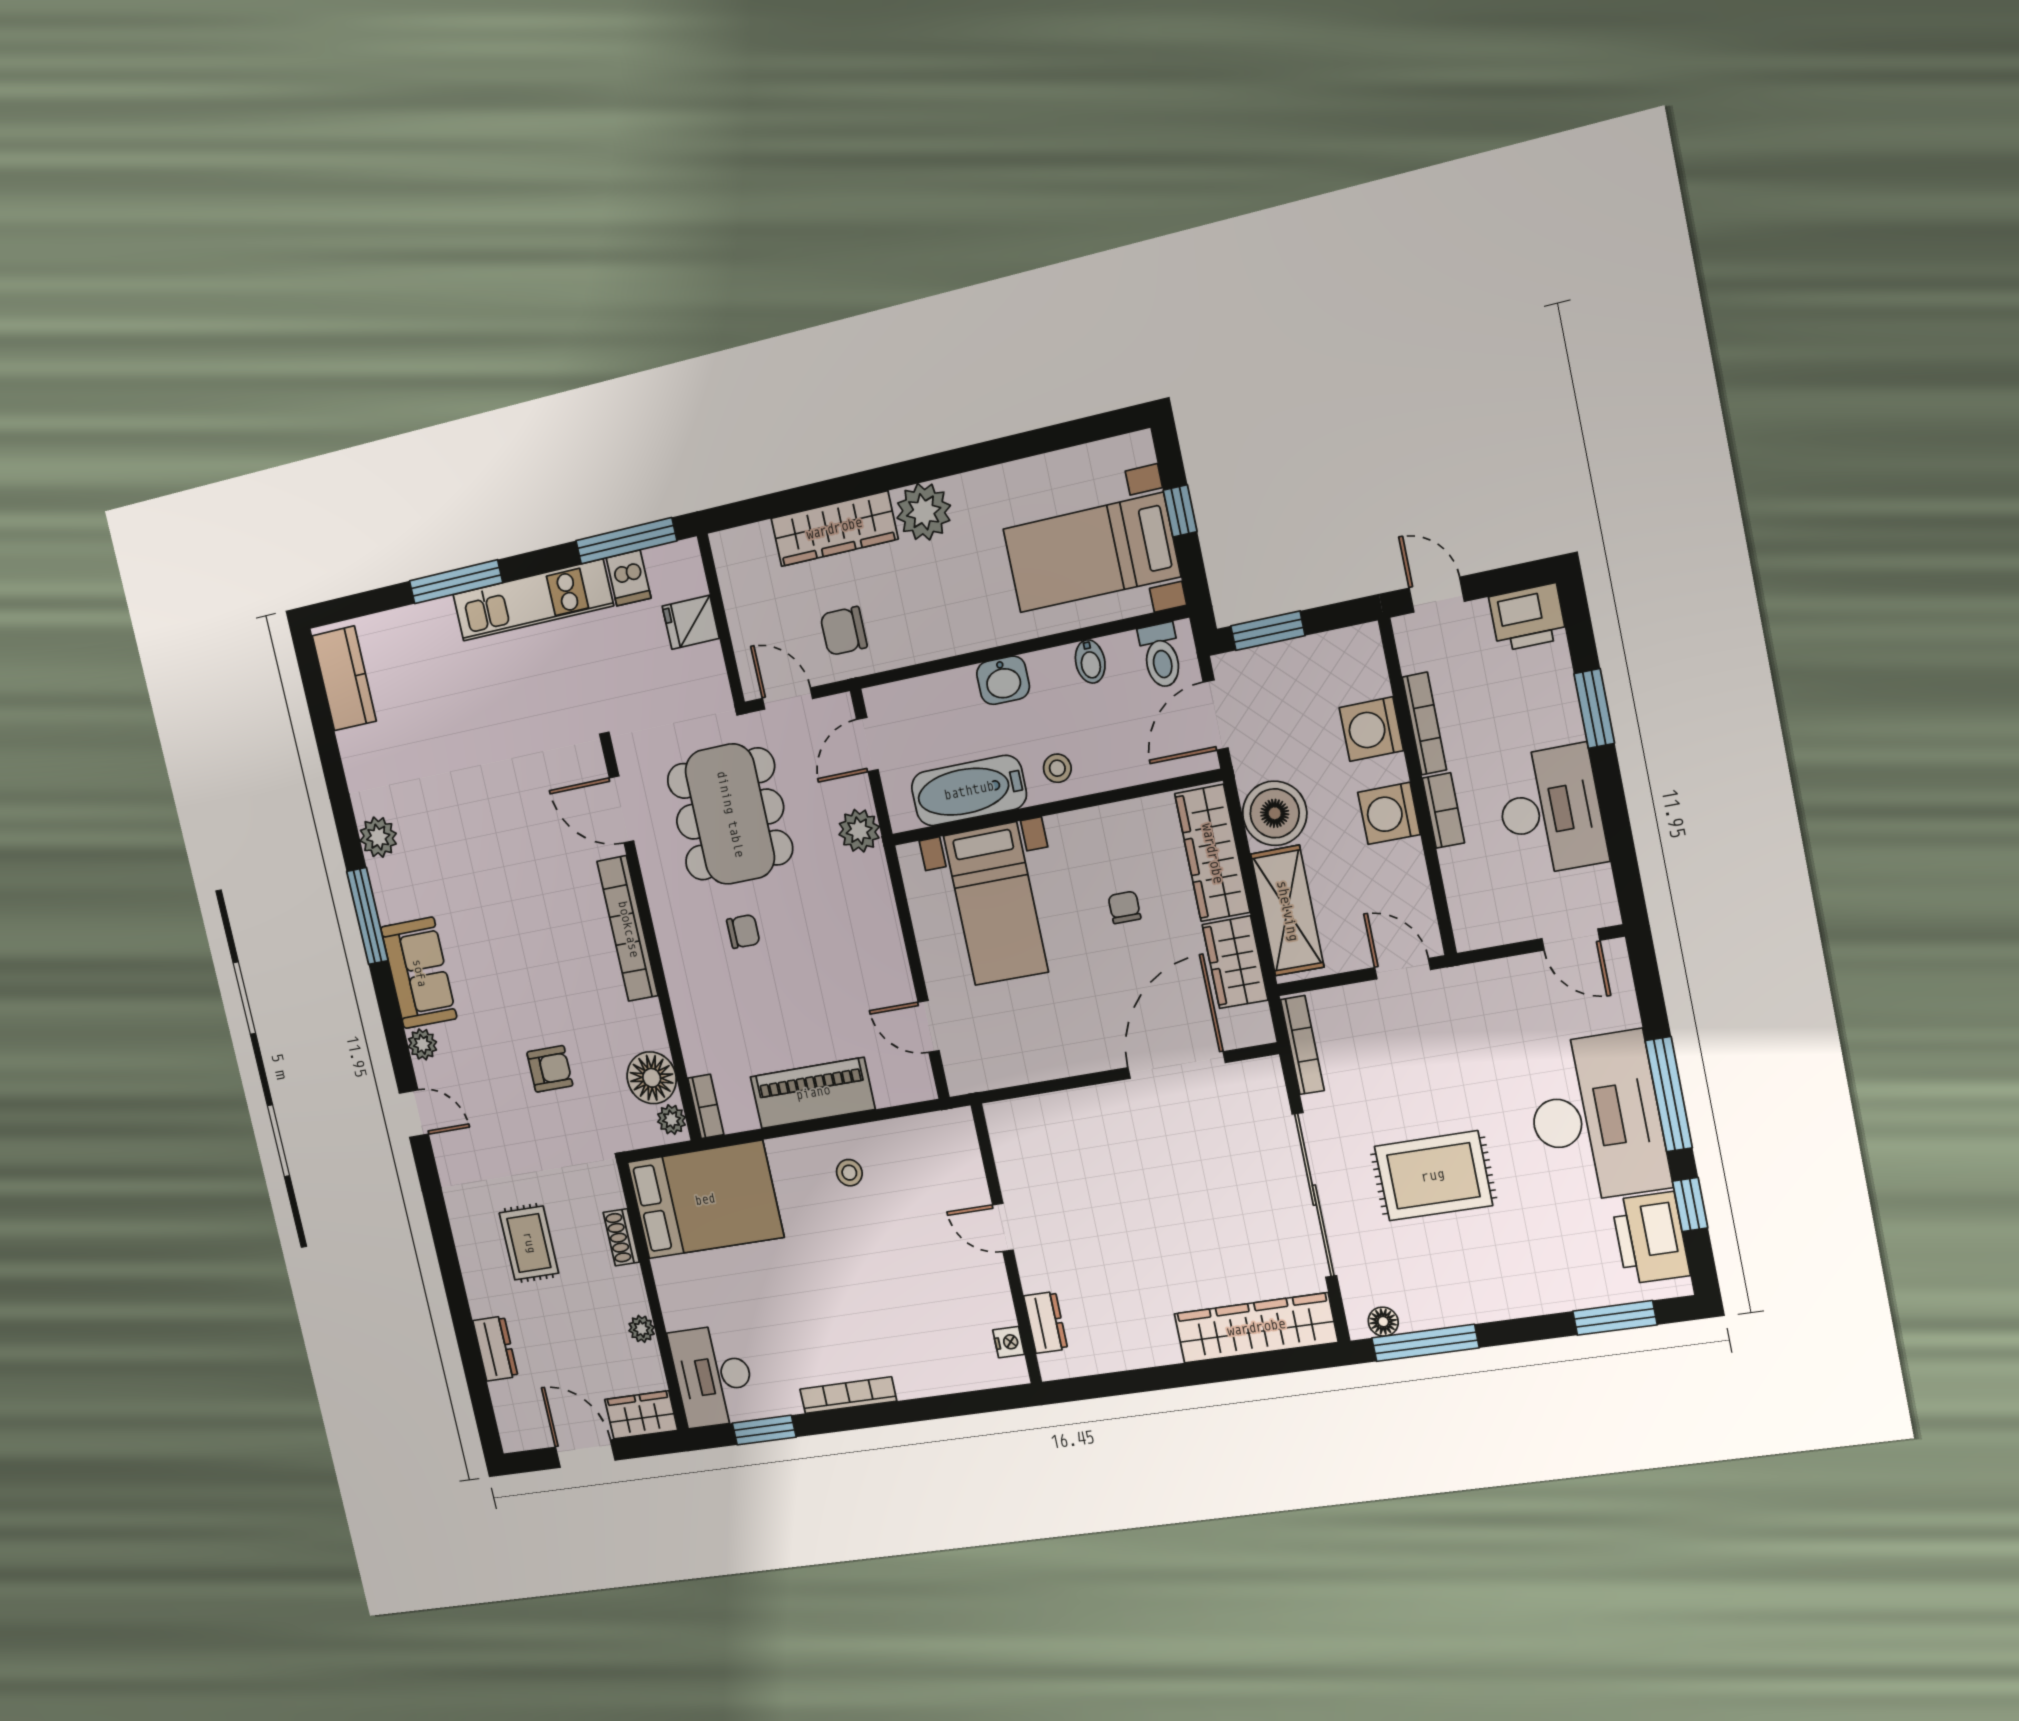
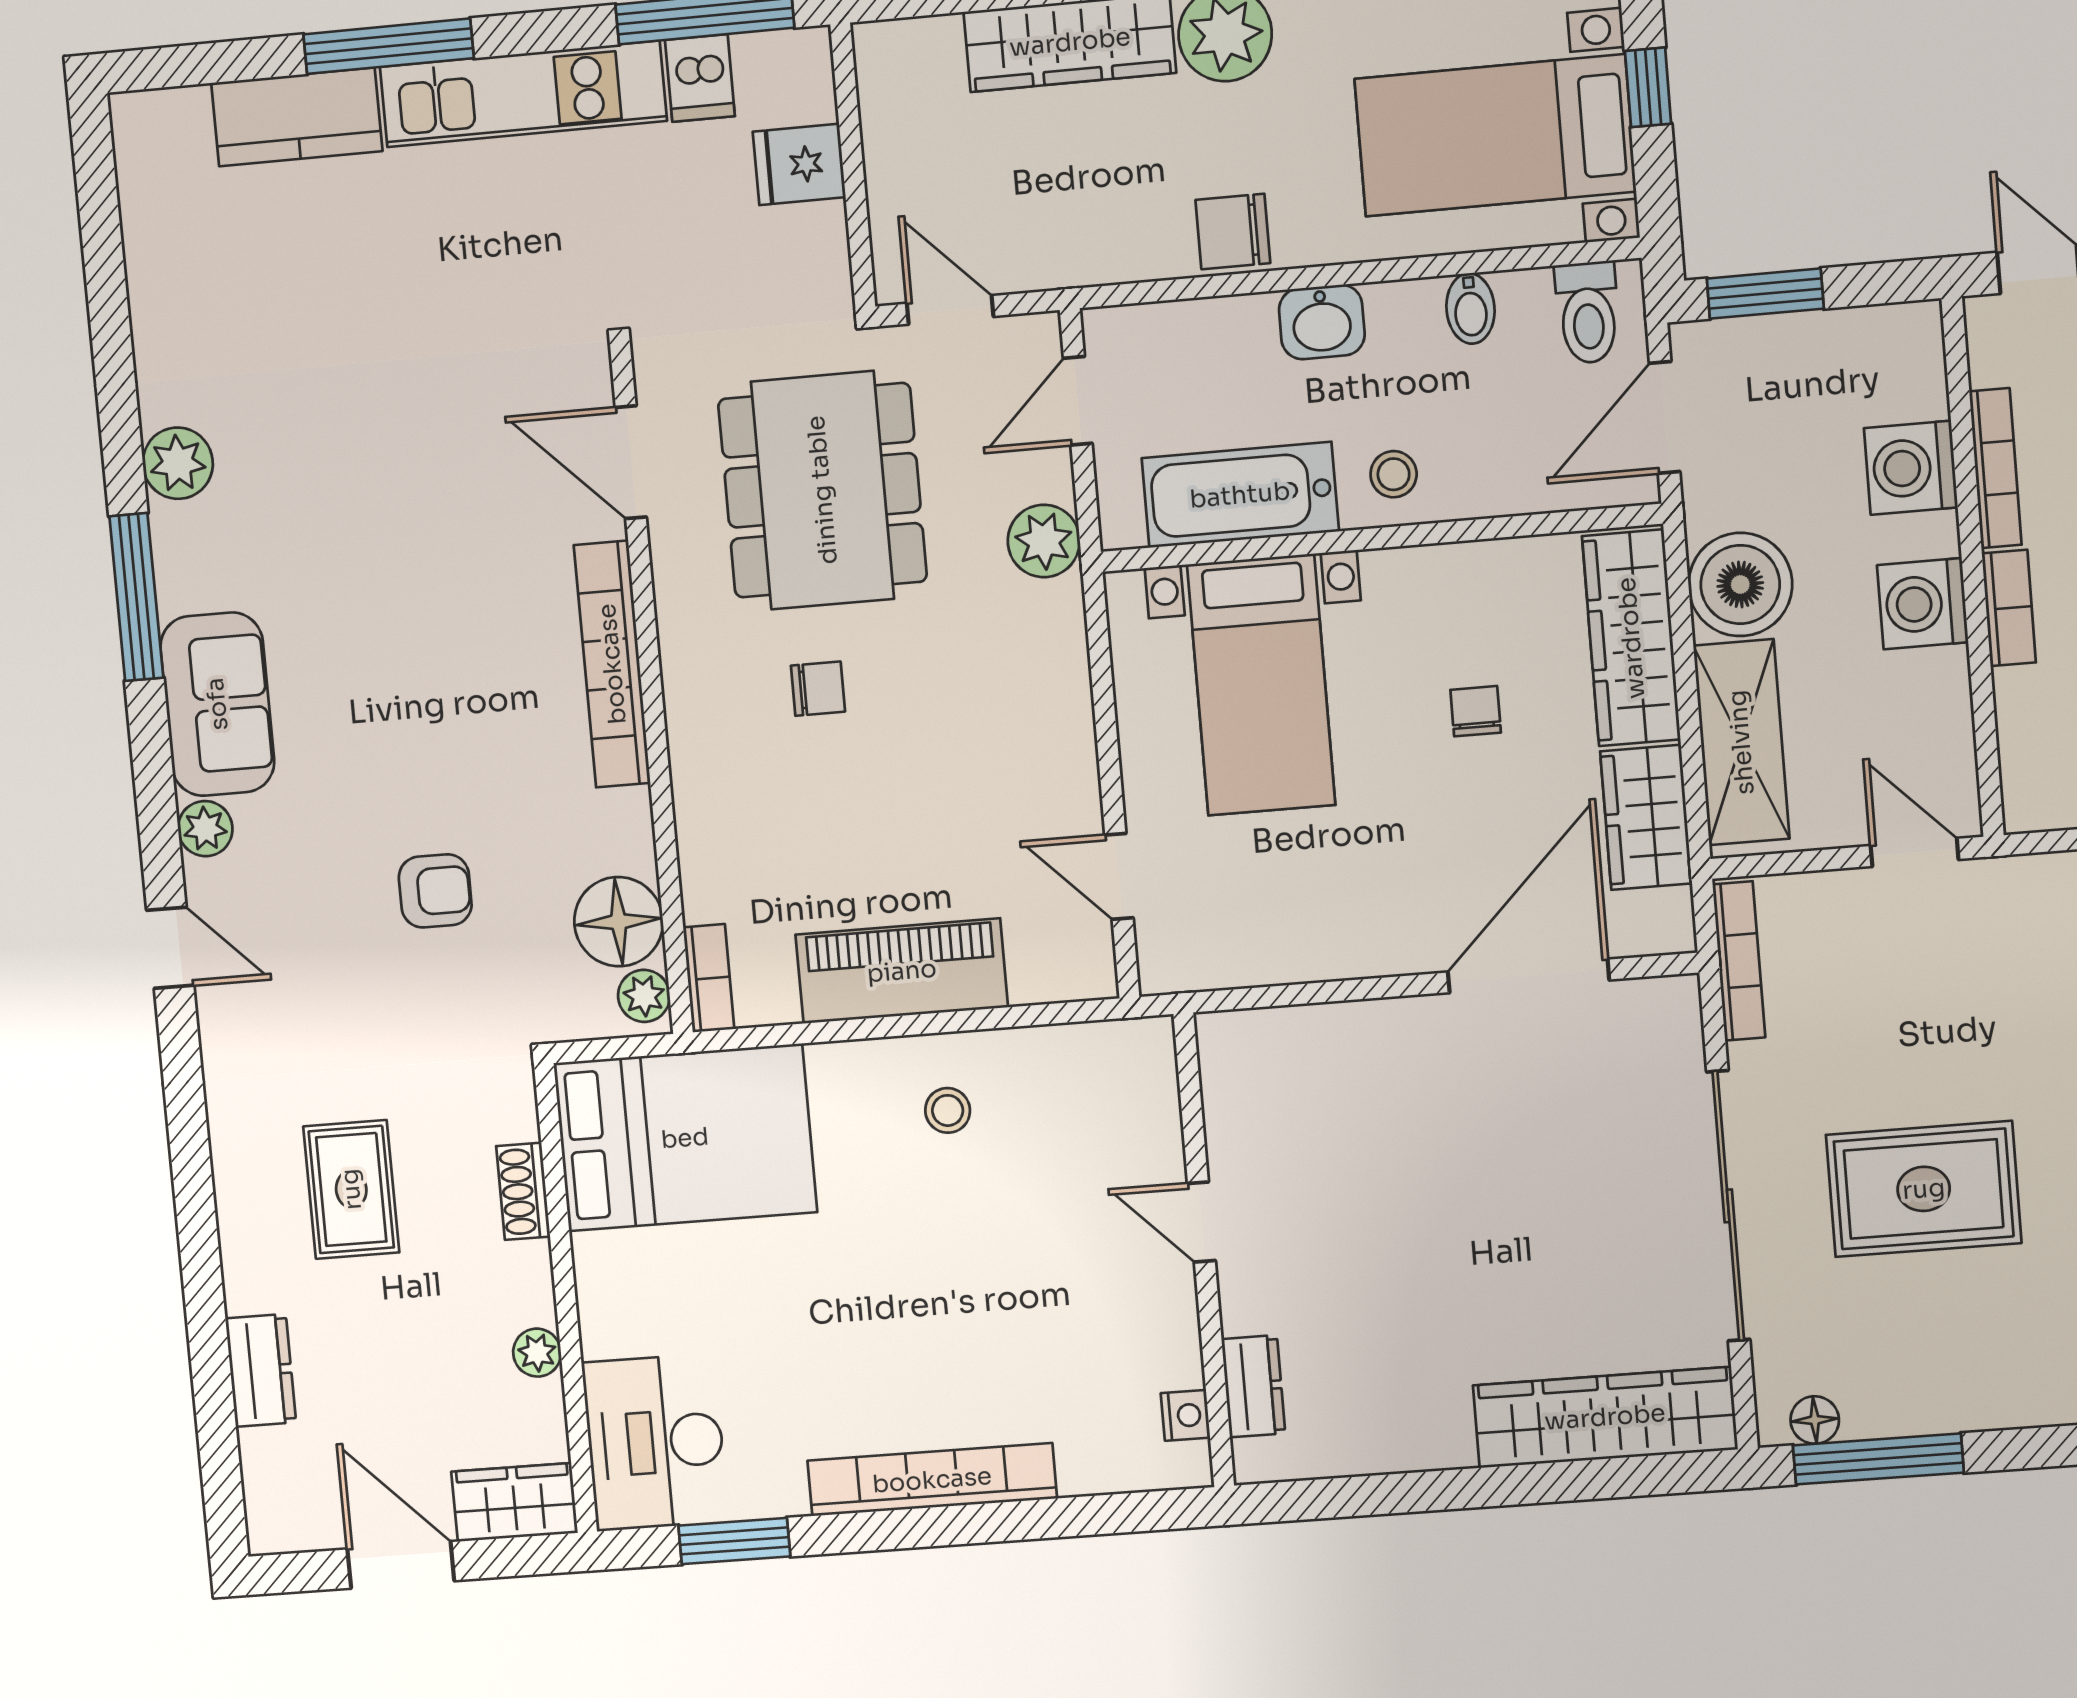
chair: (844, 631) -> (1233, 232), moved
kitchen counter: (344, 678) -> (297, 117), moved, turned 90
bookcase: (848, 1395) -> (932, 1480), width x1.48, depth x1.31

